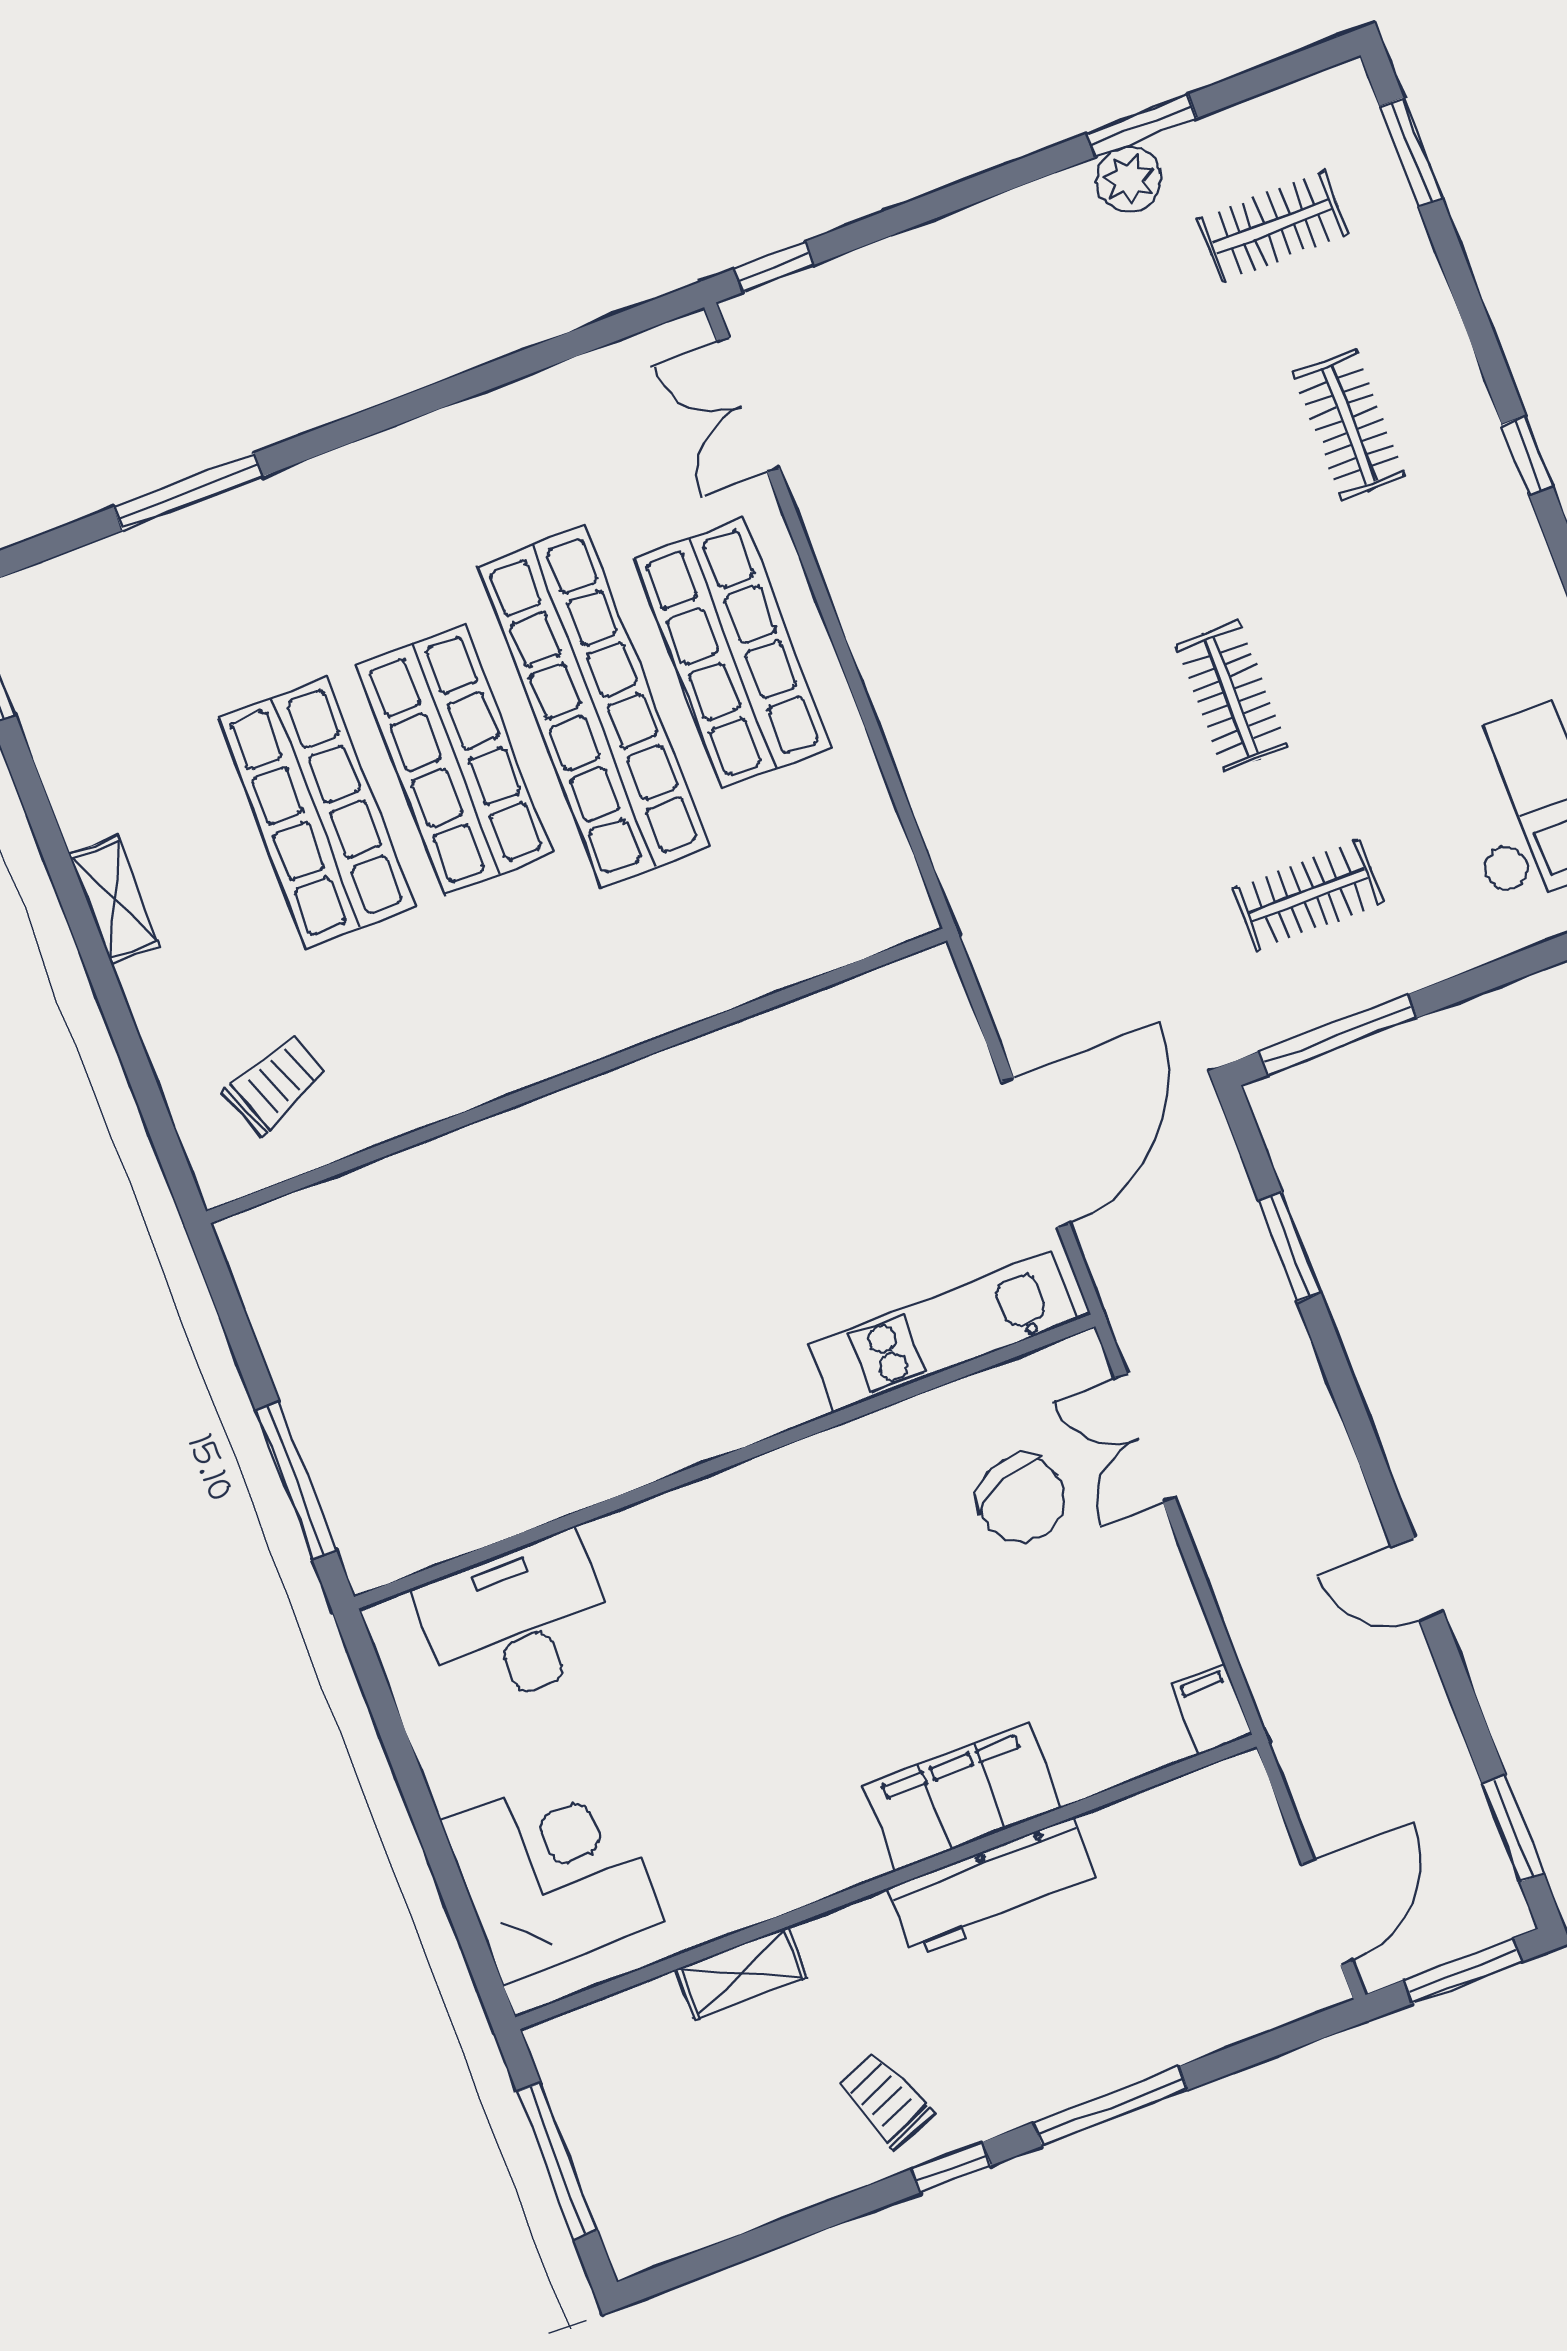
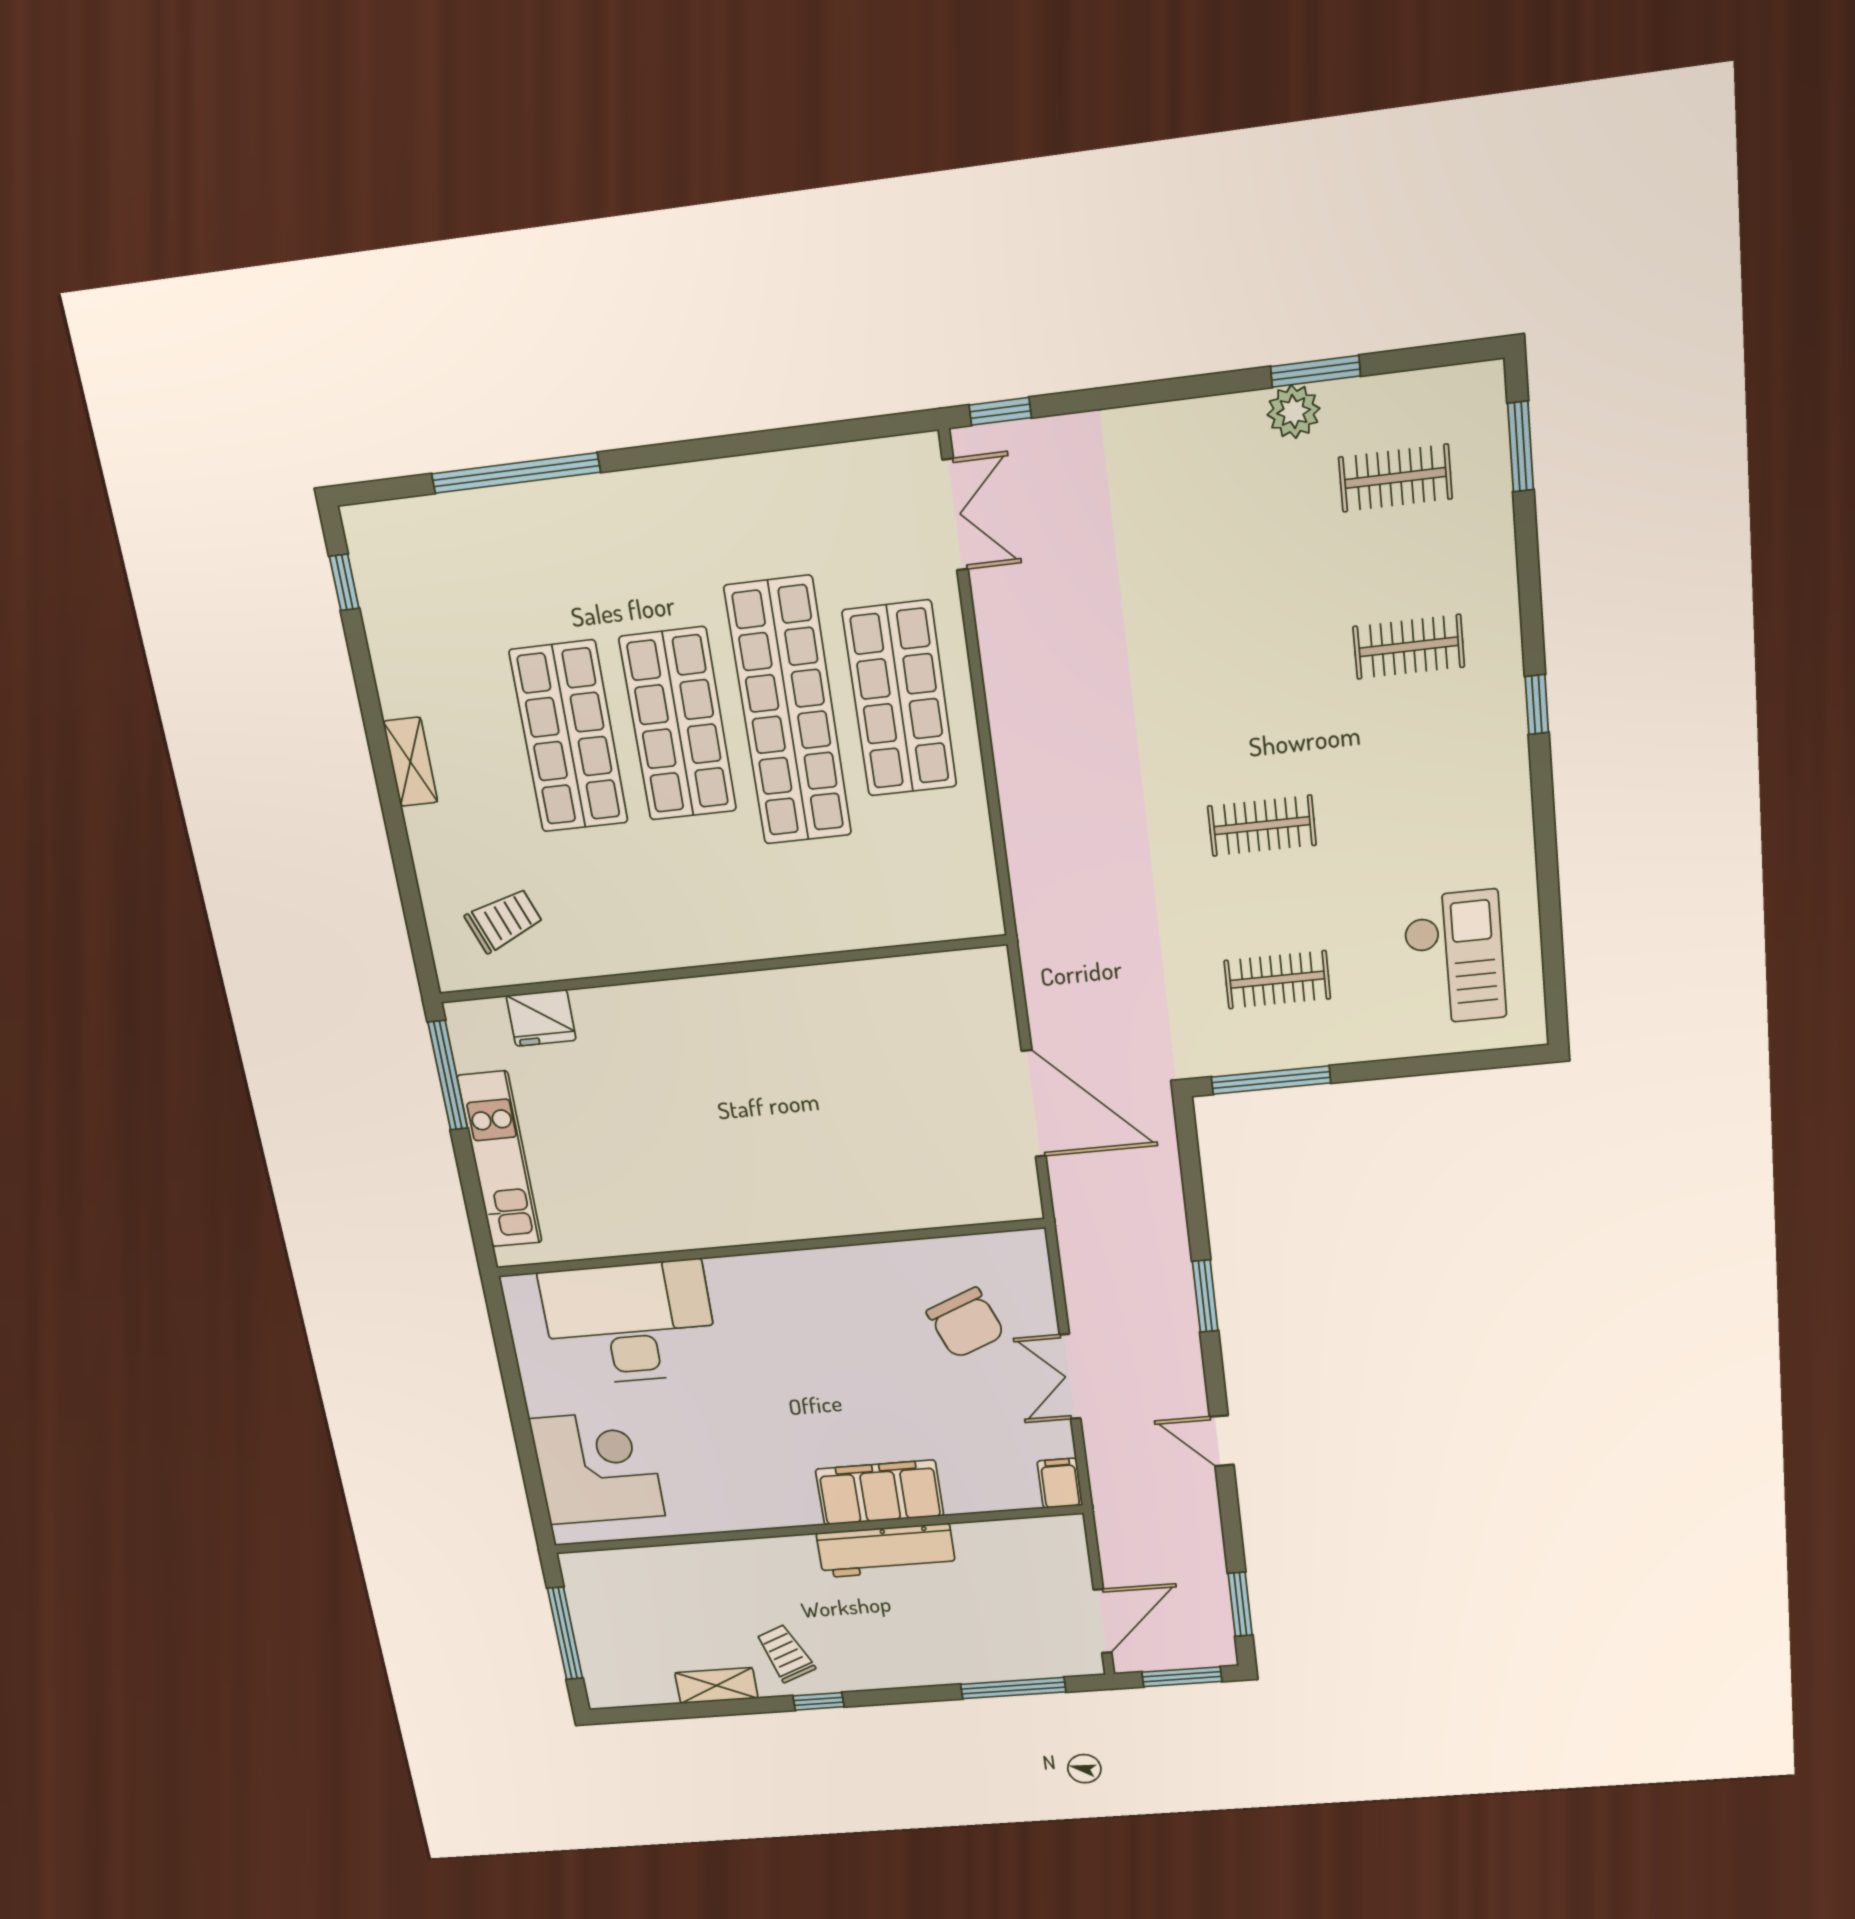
double door: (748, 405) -> (955, 515), swing flipped
clothes rail: (1349, 425) -> (1409, 647), turned 90
window: (188, 492) -> (516, 473), width x1.46
clothes rail: (1232, 697) -> (1262, 826), turned 90
door: (1035, 1153) -> (1034, 1104), hinge flipped
fridge: (350, 1209) -> (541, 1018), added
window: (1289, 1247) -> (1205, 1296), moved
kitchen unit: (944, 1332) -> (500, 1160), moved, turned 90
double door: (1145, 1438) -> (1070, 1377), moved
window: (296, 1480) -> (448, 1075), moved
desk: (518, 1622) -> (629, 1323), width x1.36, depth x1.30
shelving: (741, 1973) -> (716, 1685), moved
window: (1111, 2106) -> (1013, 1688), moved

